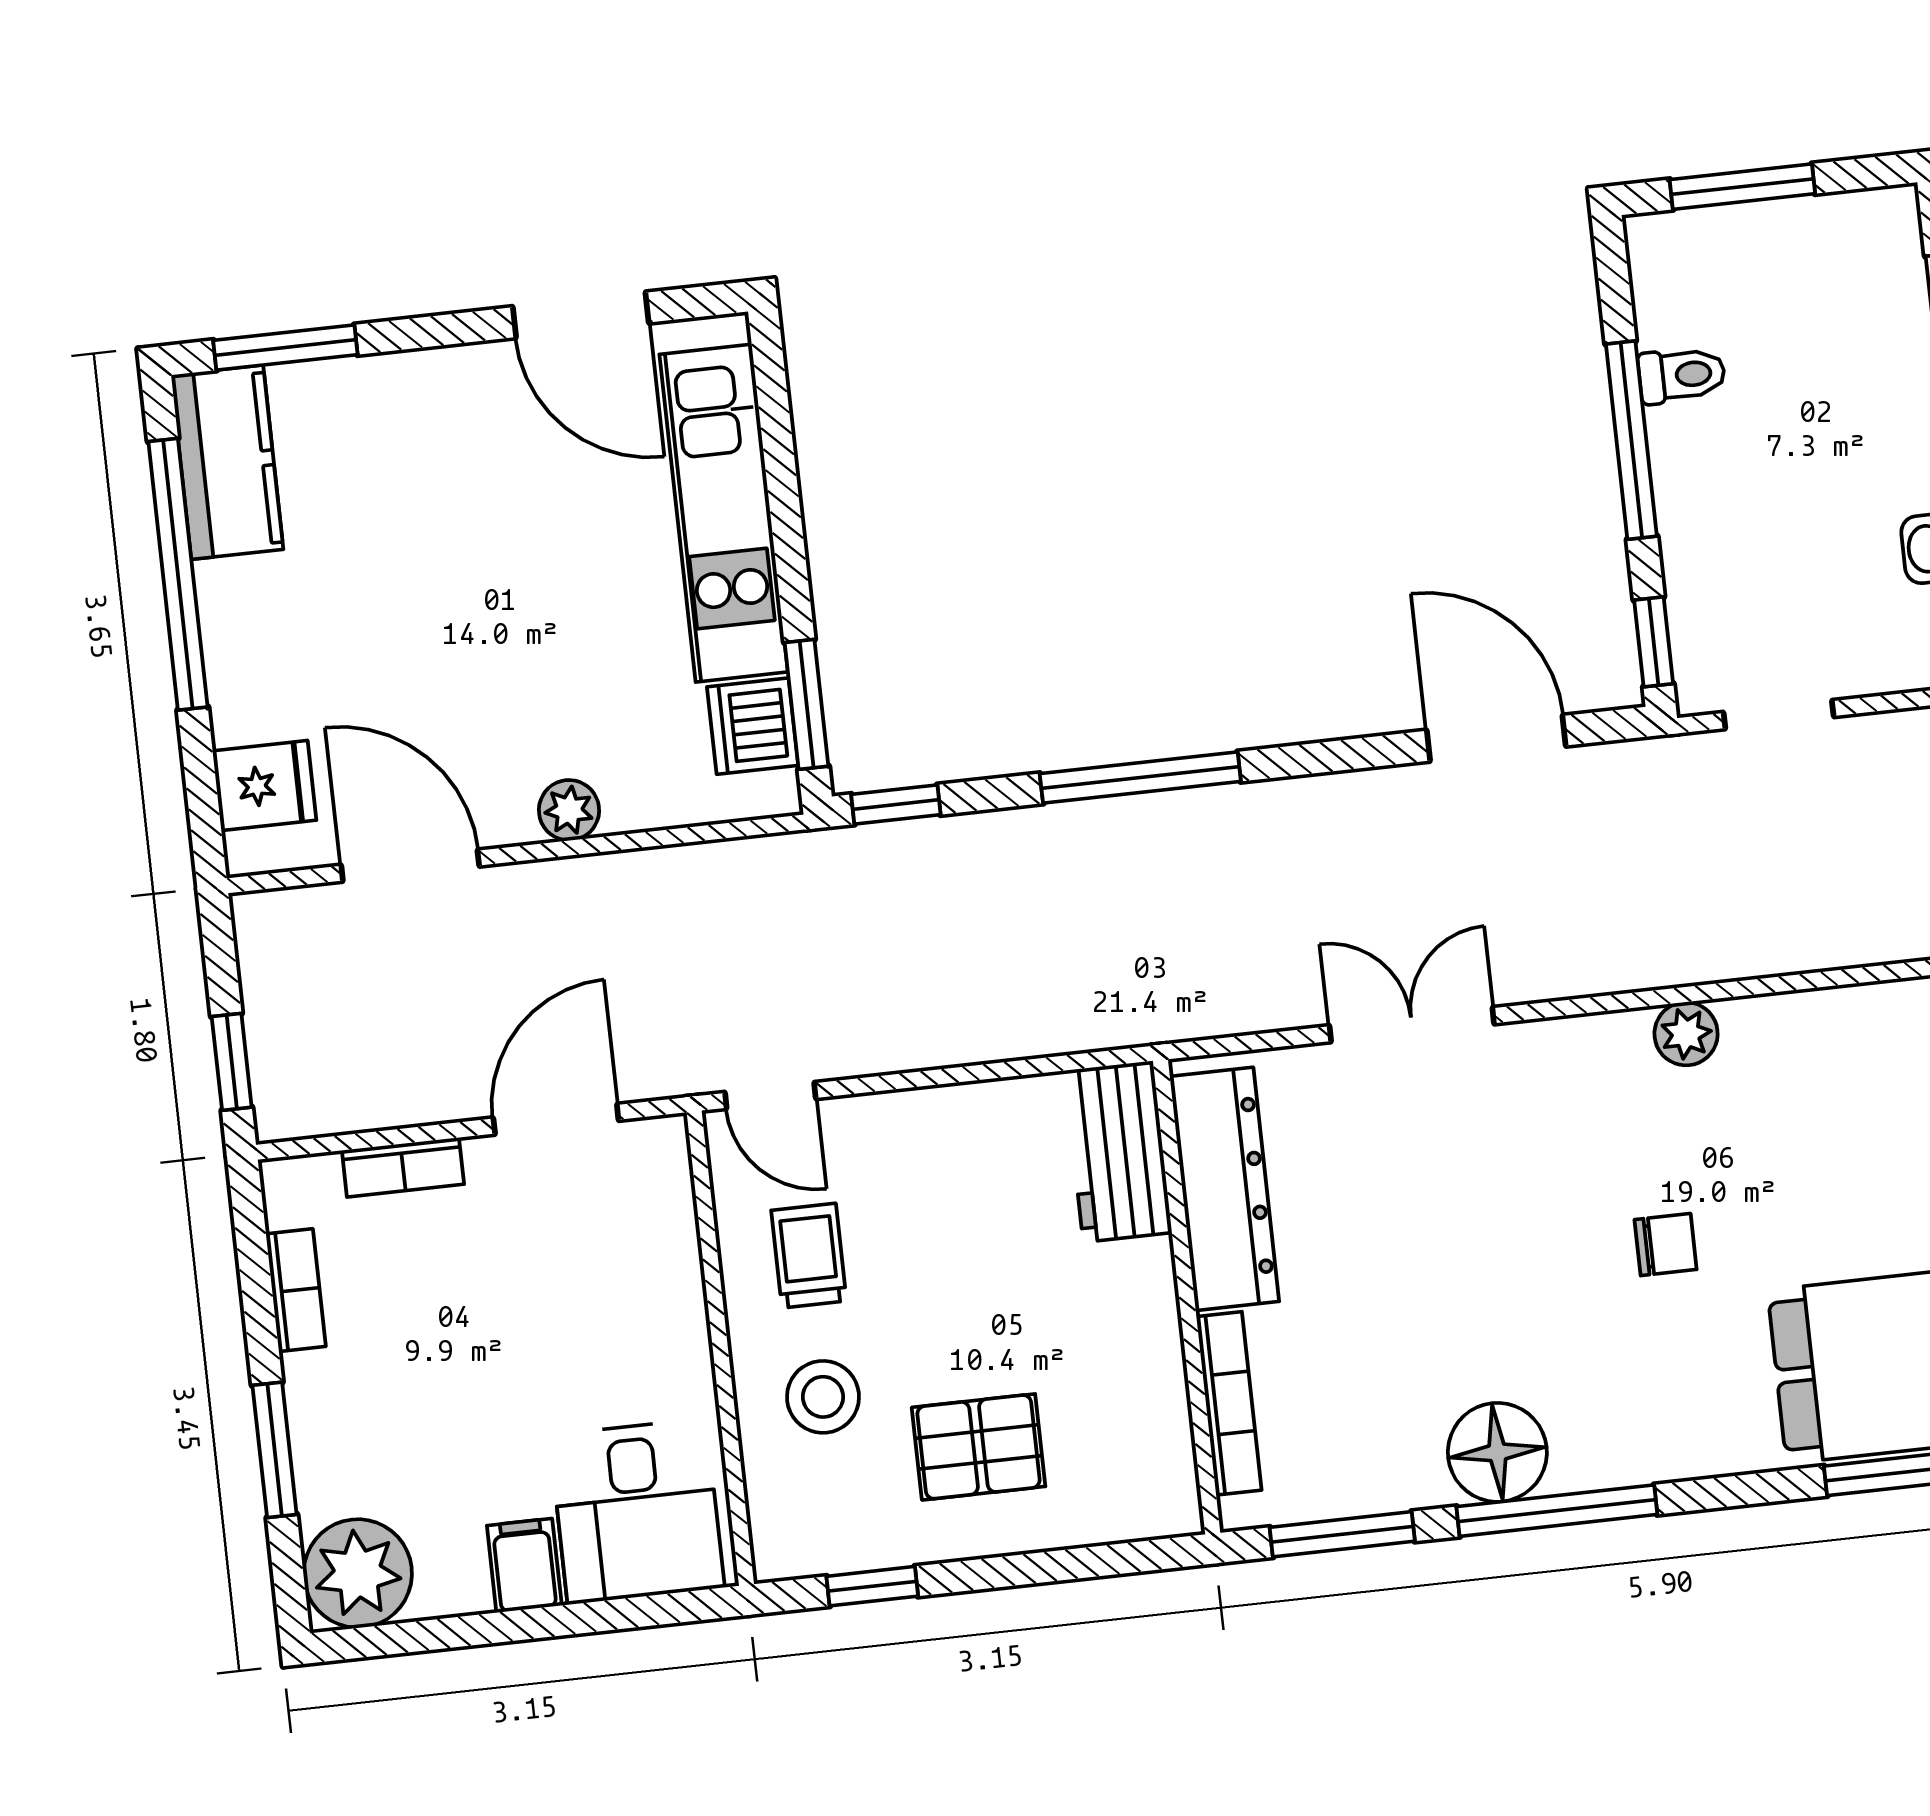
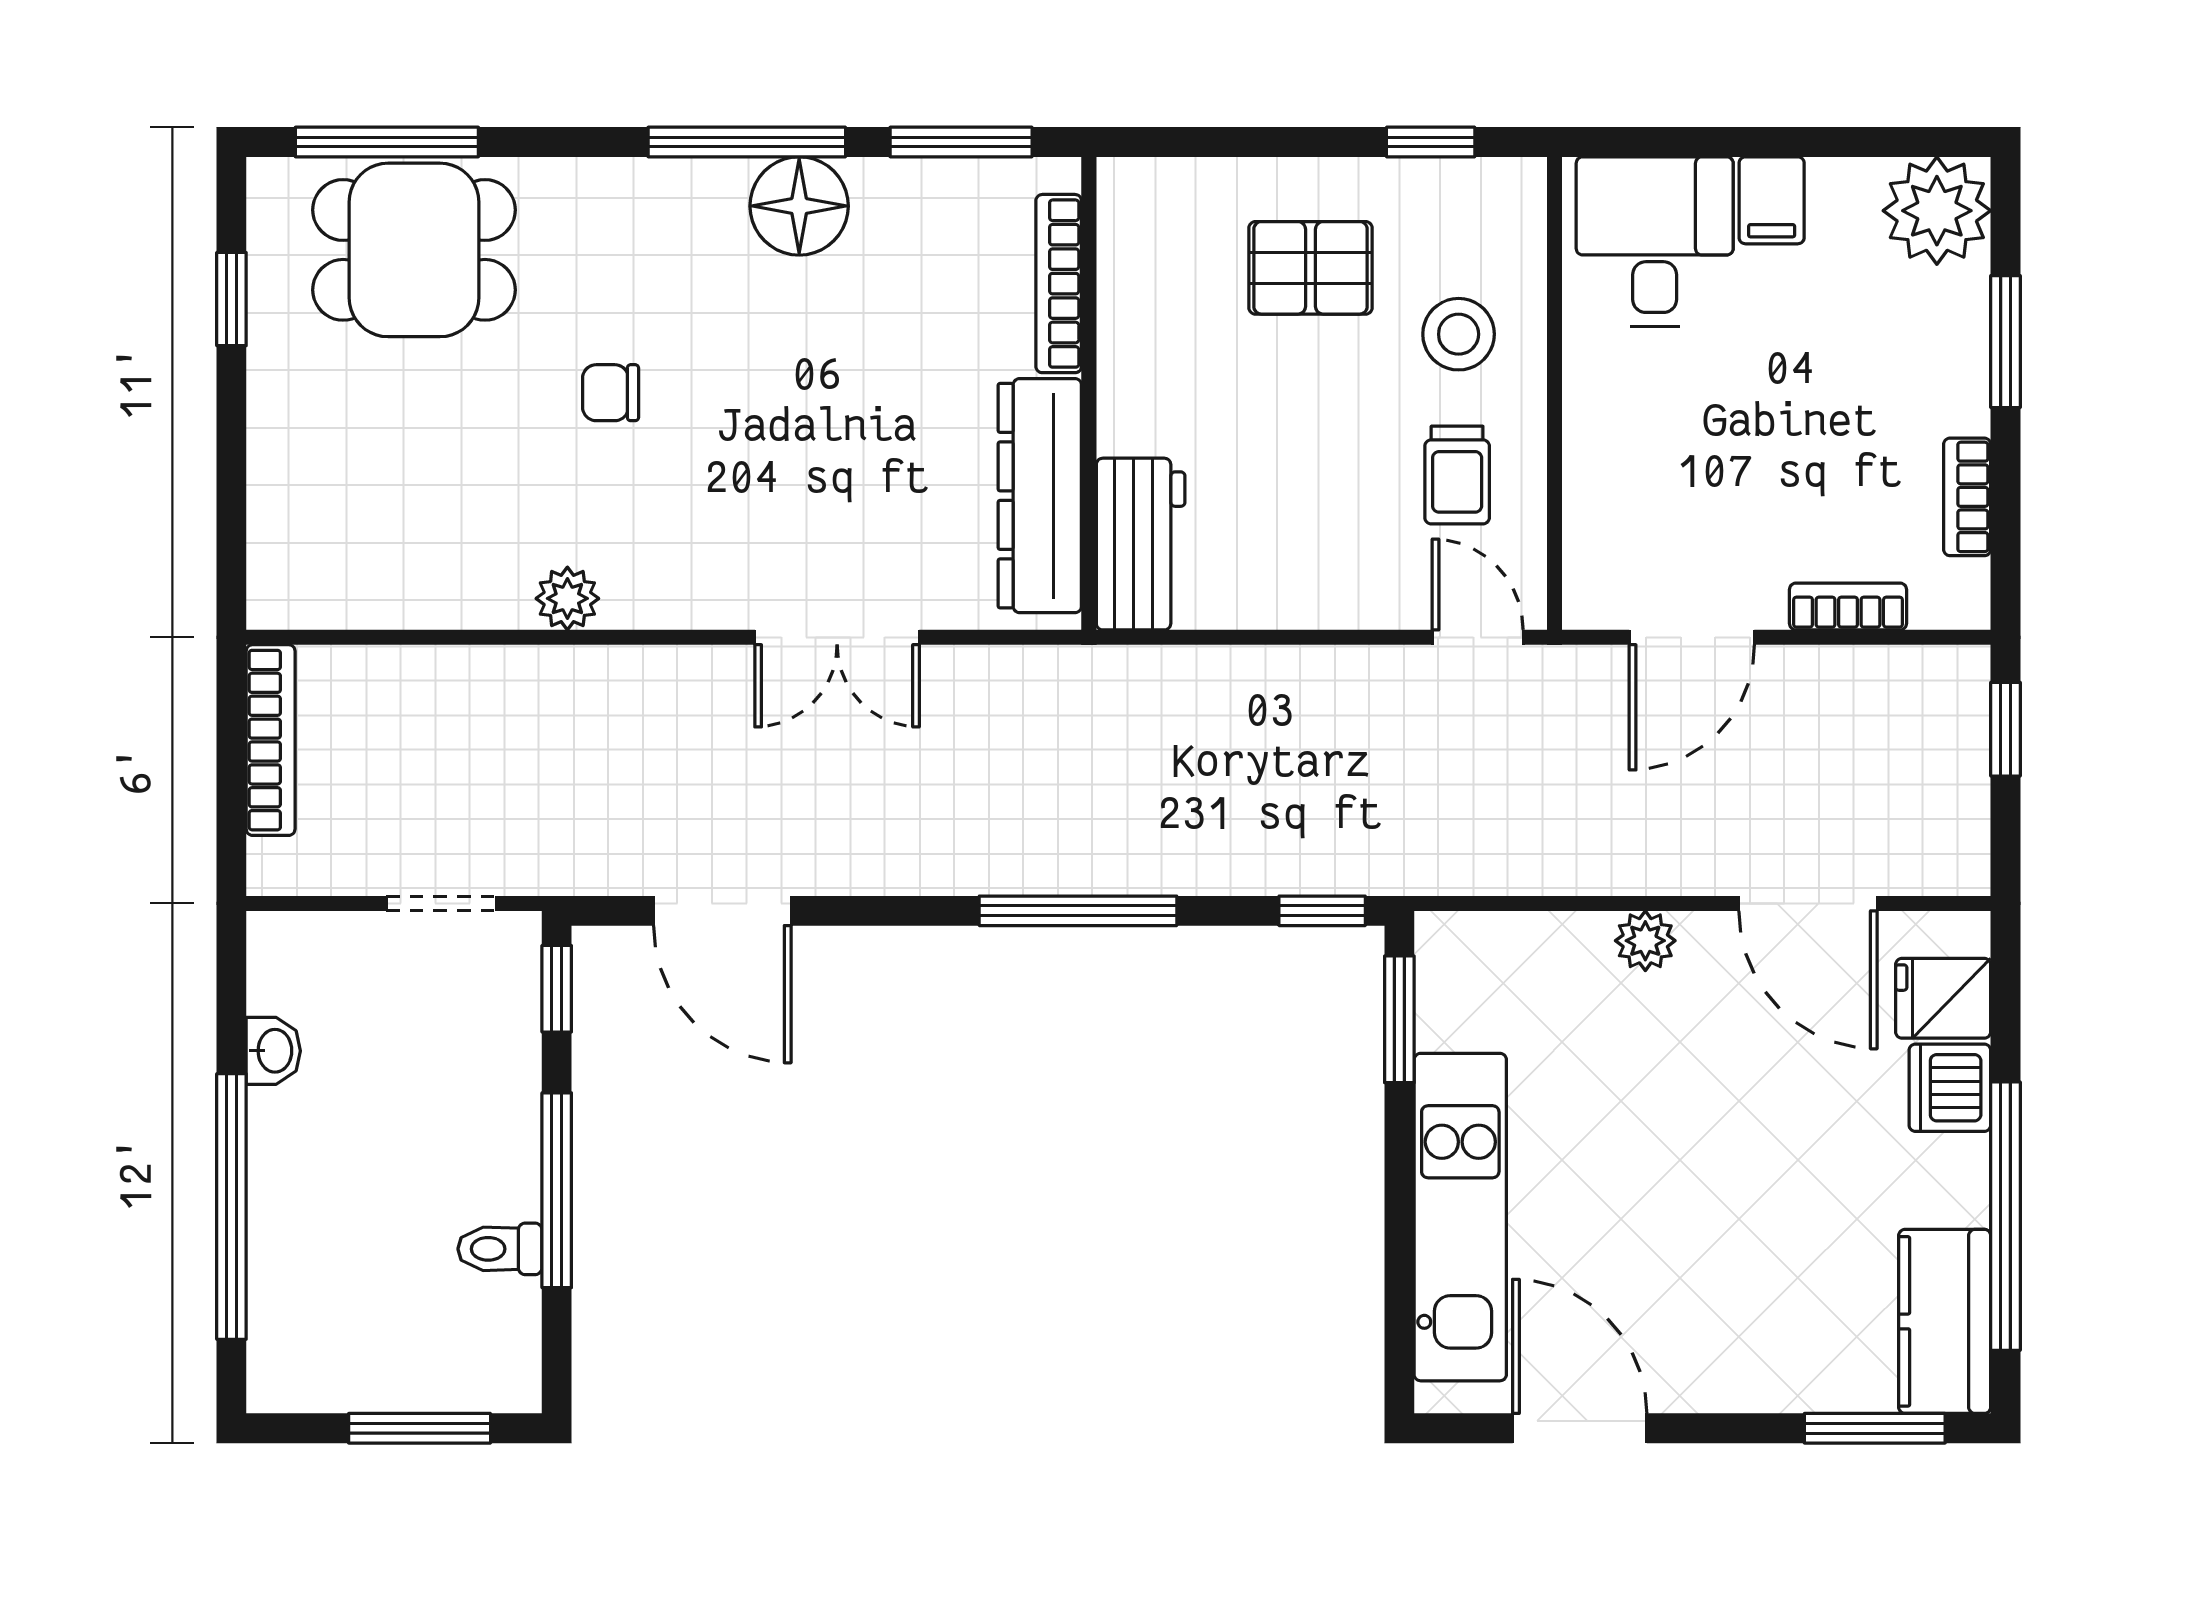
dishwasher: (753, 726) -> (1950, 1088), moved, turned 180

